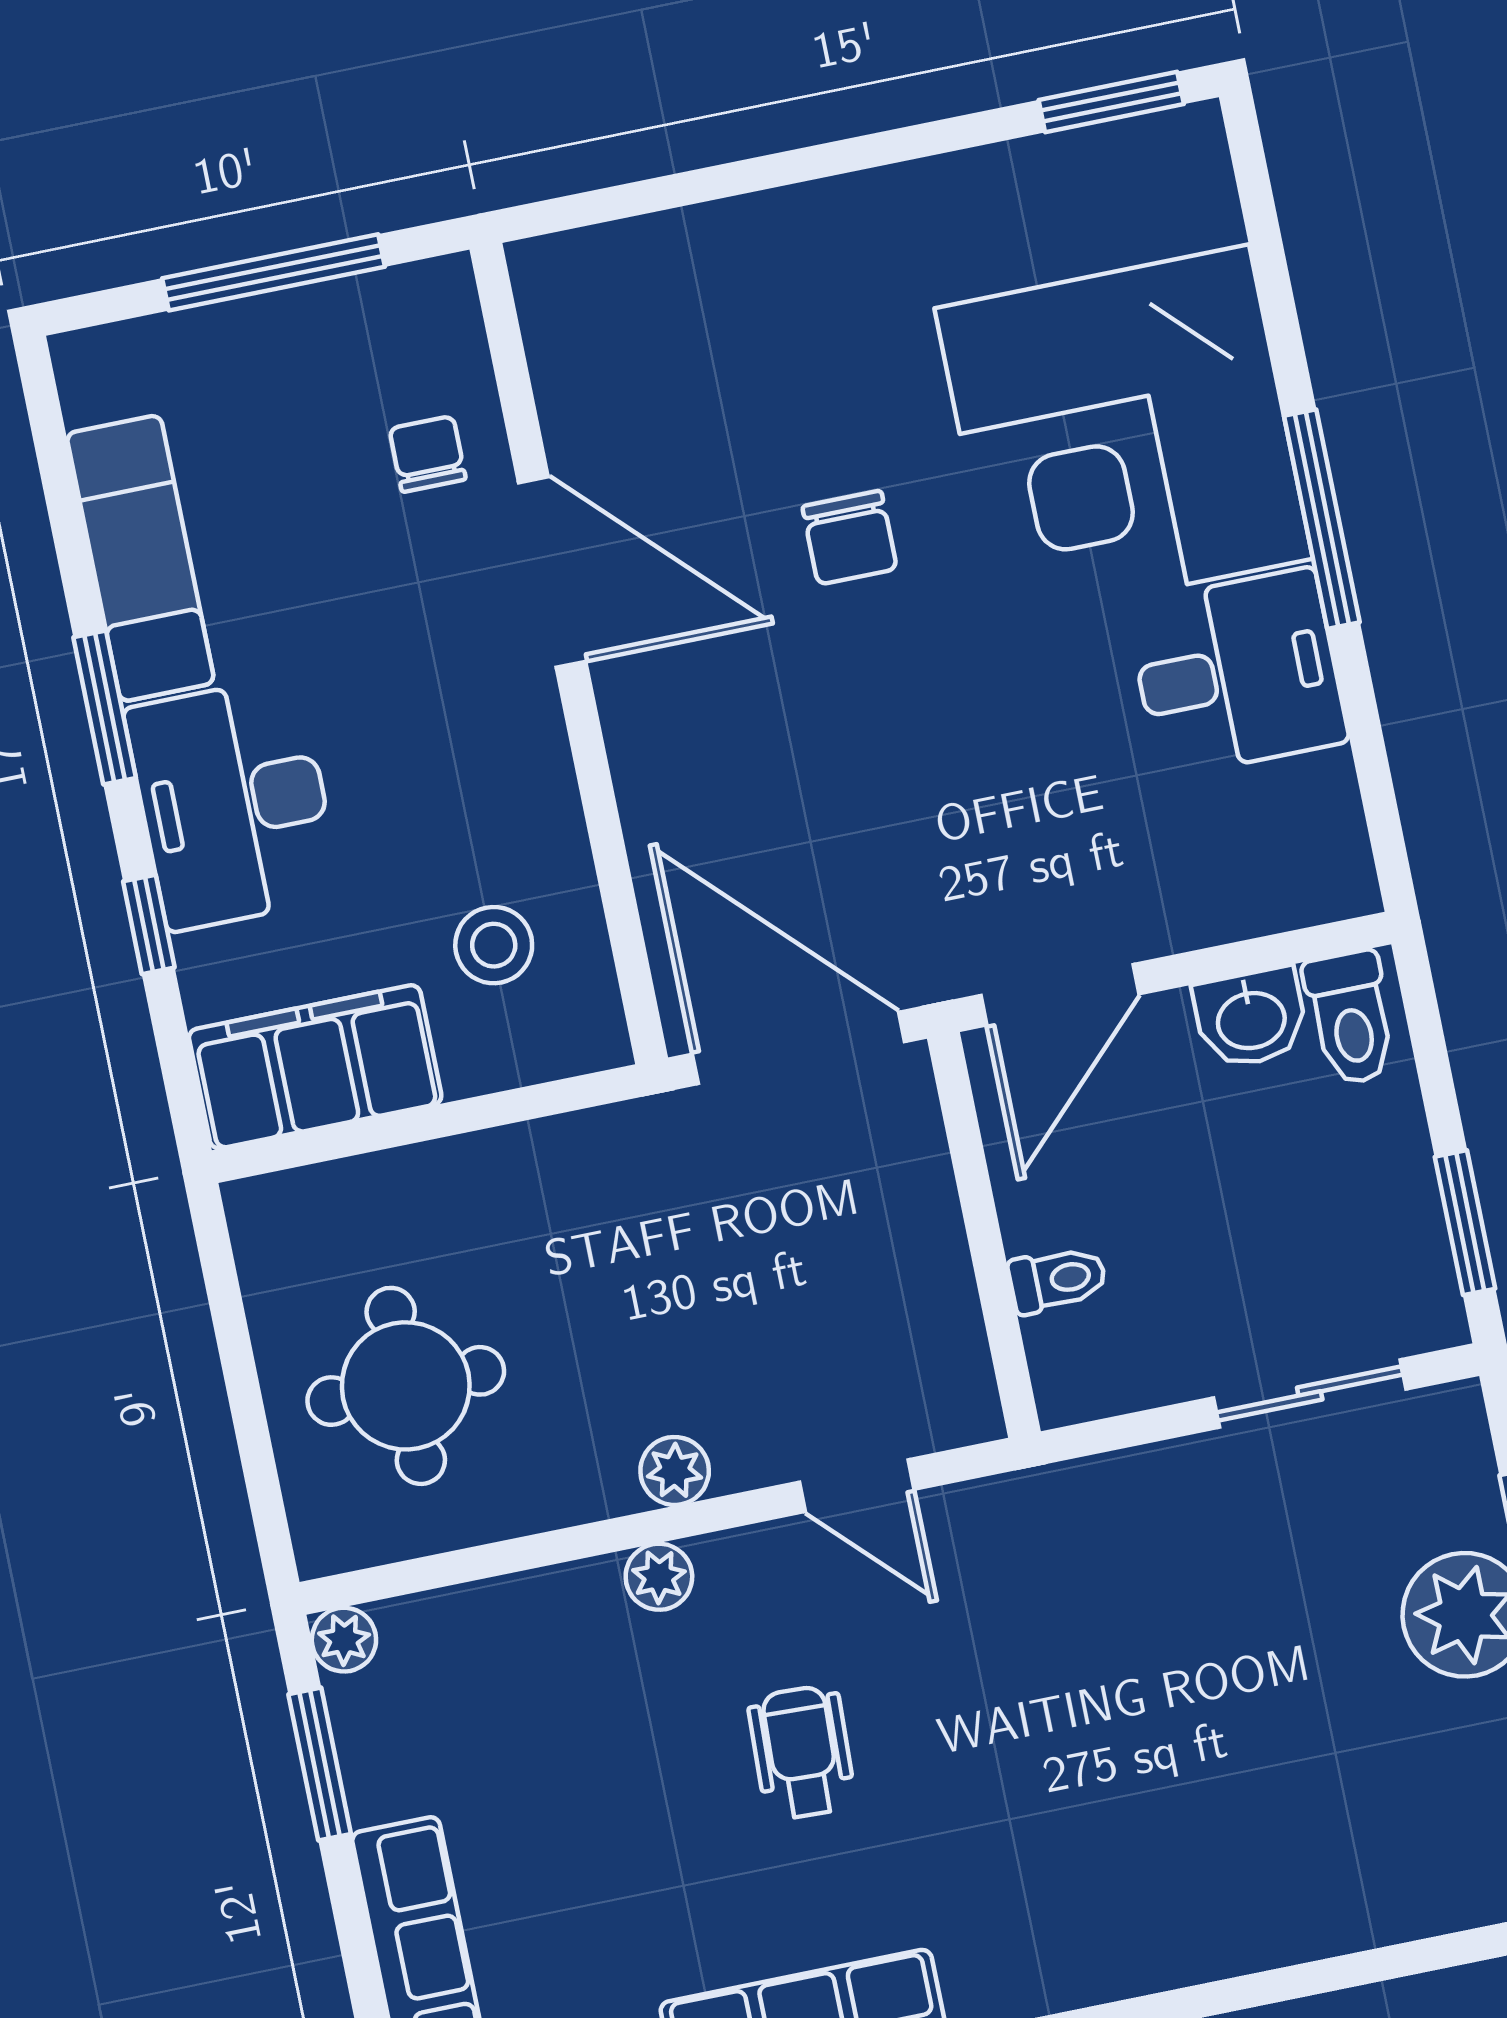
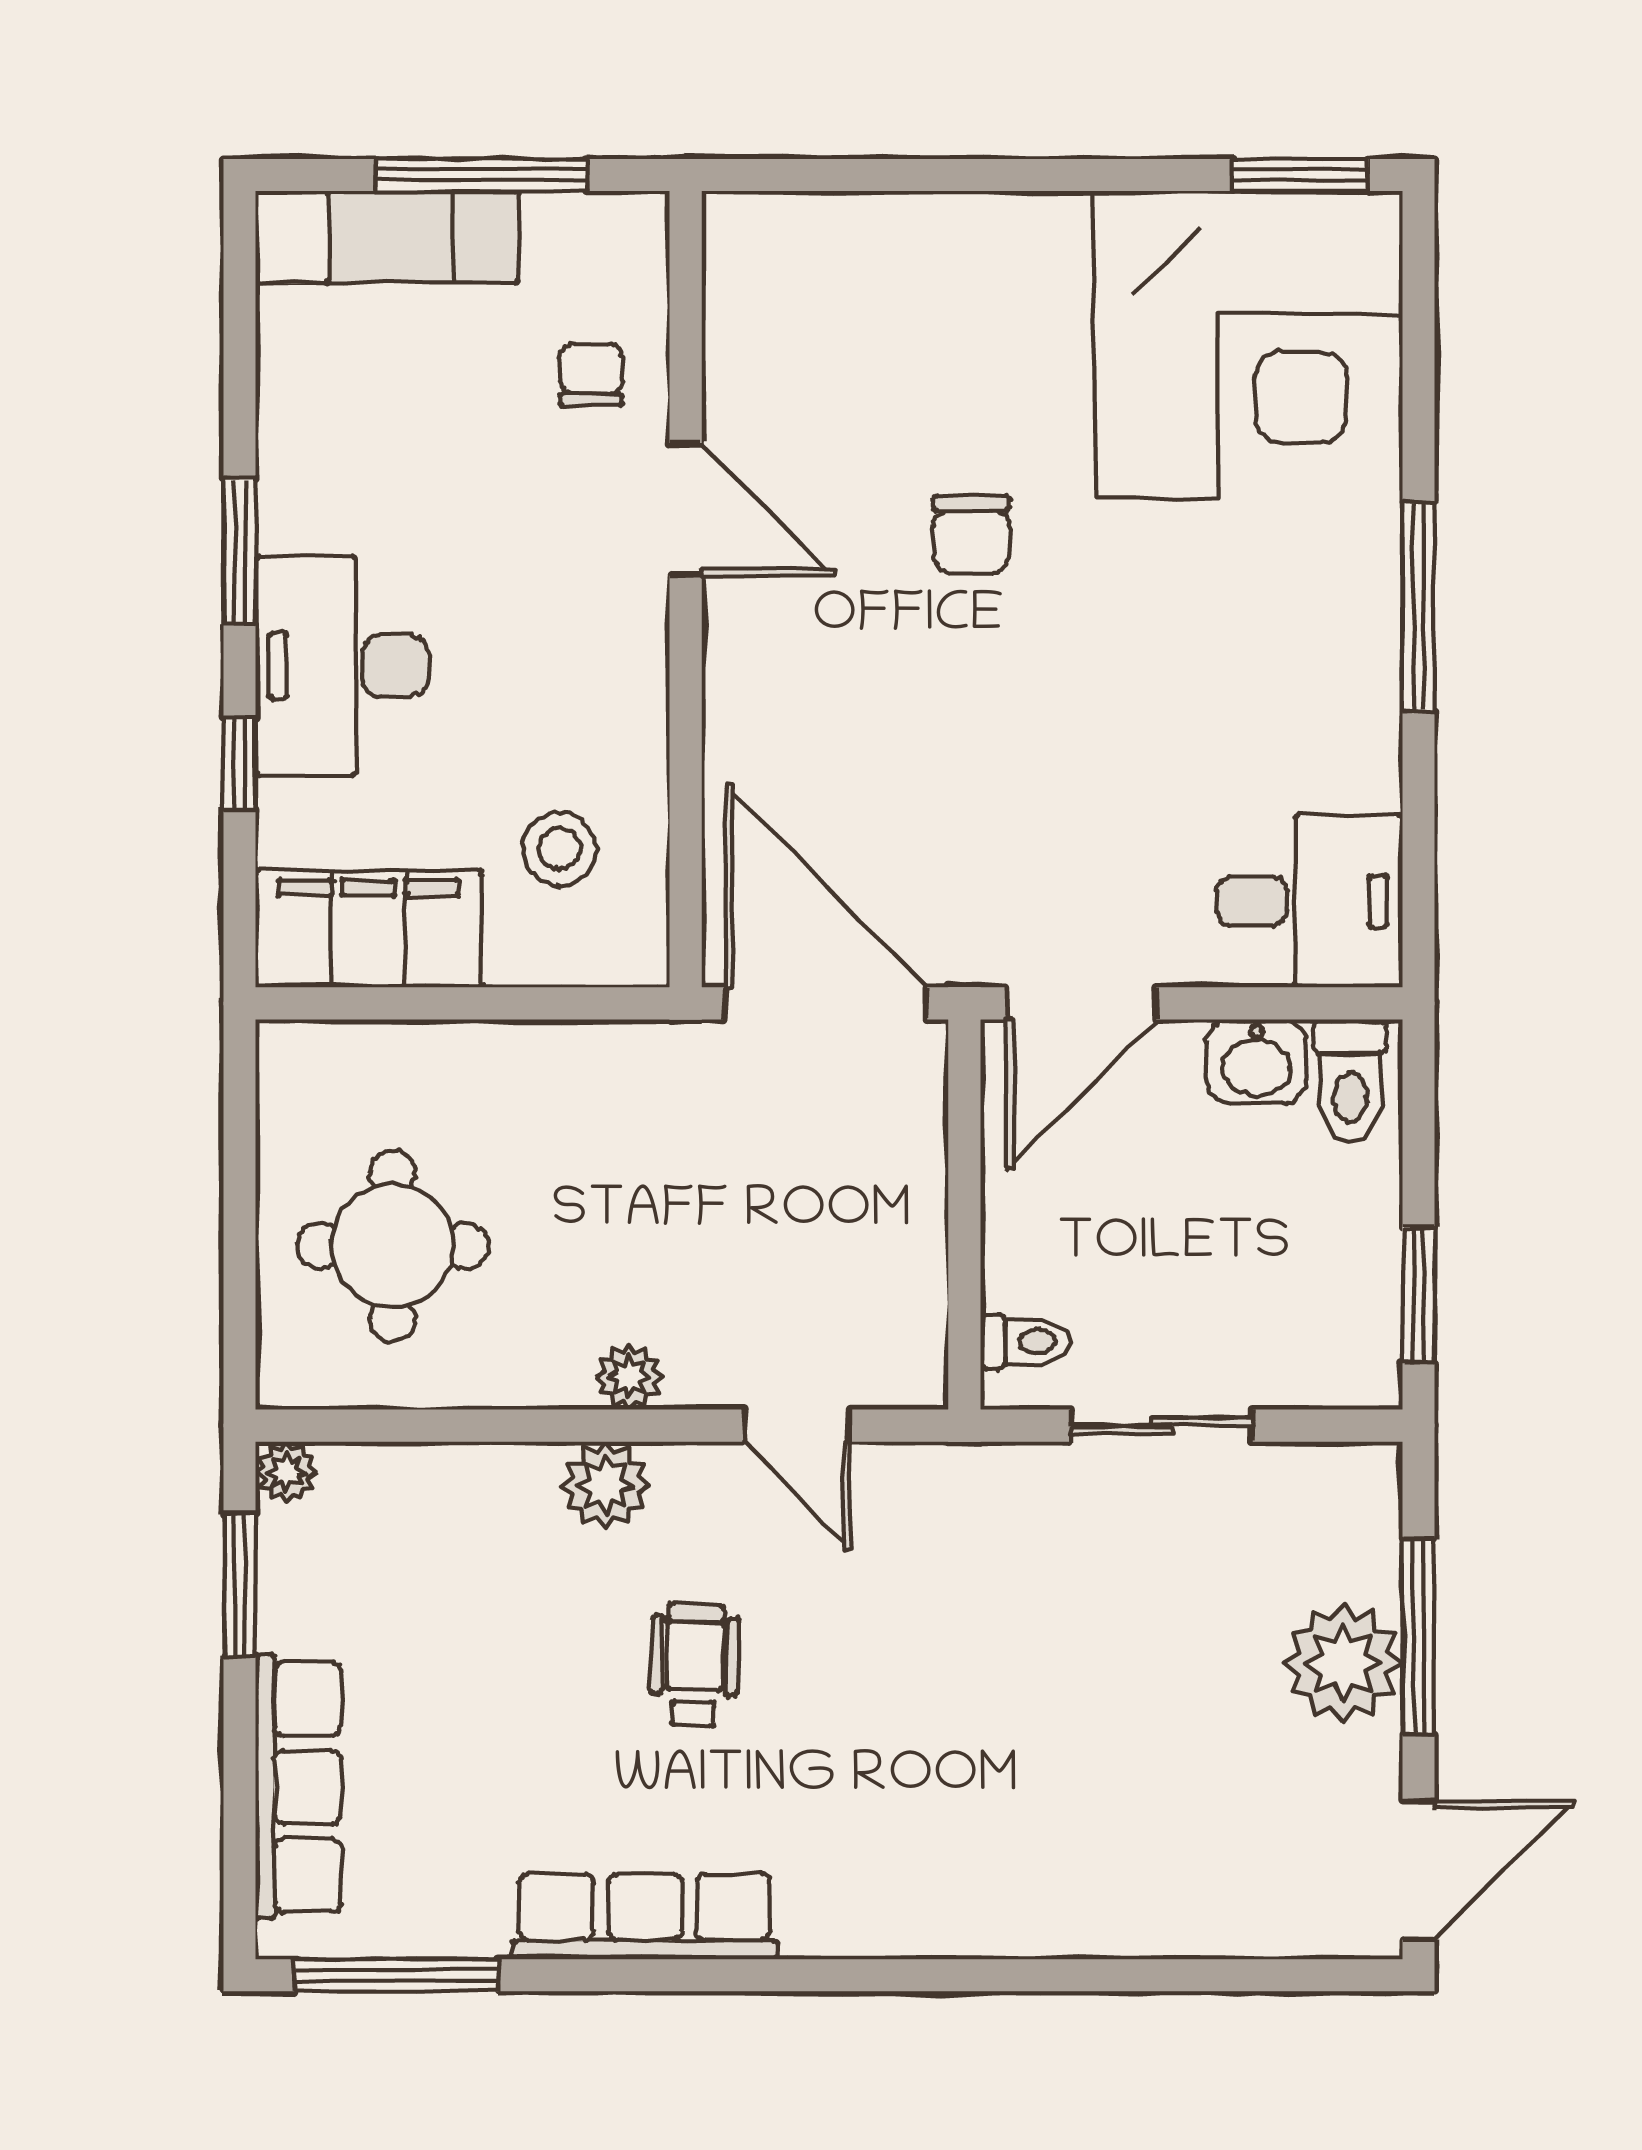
corner desk: (1124, 433) -> (1249, 345), moved, turned -90
exam couch: (140, 558) -> (387, 237), moved, turned 90
door: (552, 572) -> (686, 509), width x0.73
desk: (1237, 673) -> (1310, 901), moved
toilet: (1057, 1280) -> (1025, 1342), moved
sliding door: (1310, 1394) -> (1161, 1426), moved
plant: (659, 1577) -> (606, 1485), width x1.38, depth x1.38

